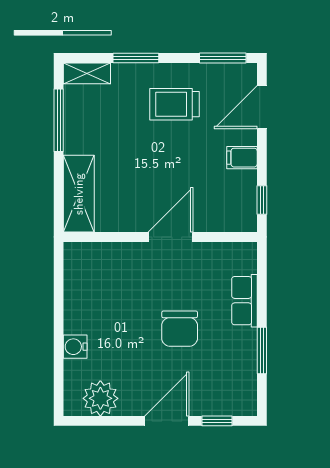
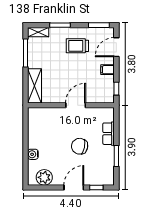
chair: (180, 329) -> (80, 146), turned 102

